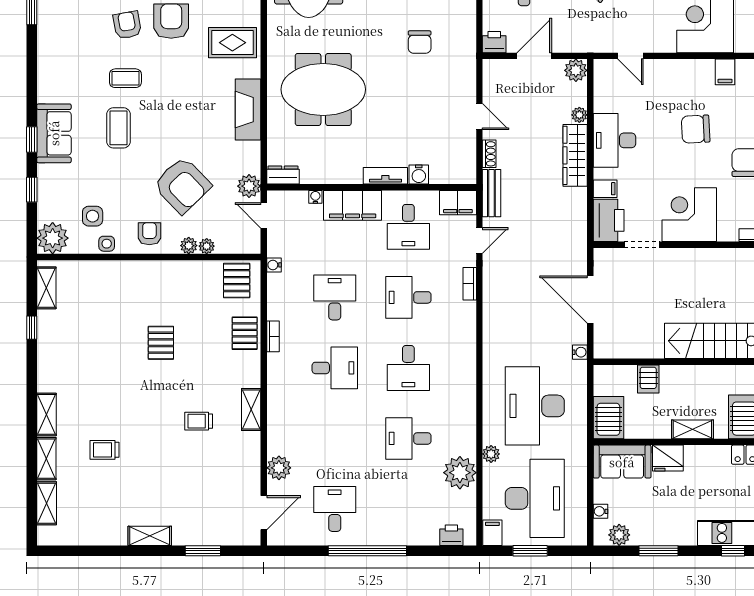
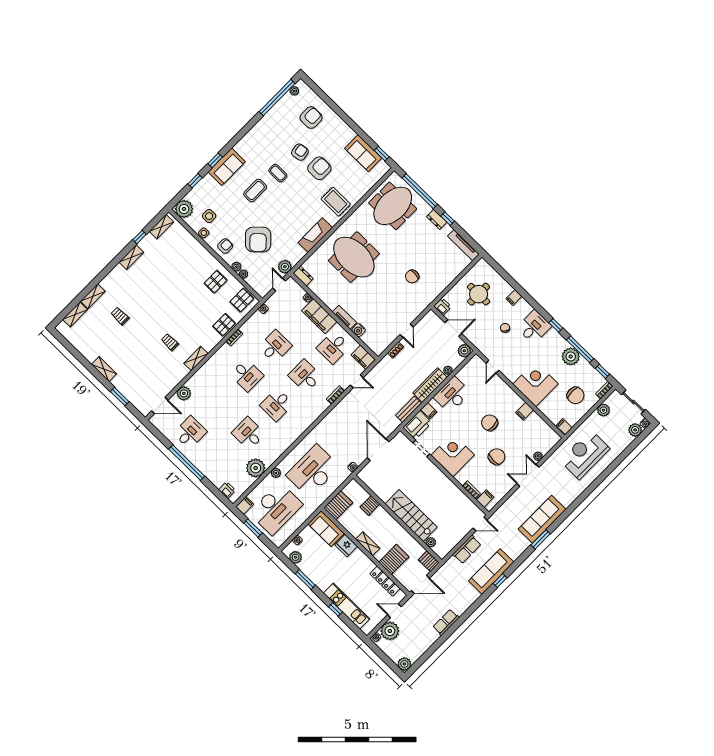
bench: (491, 193) -> (409, 409), moved
pallet: (161, 343) -> (216, 282), moved
shelving: (46, 414) -> (131, 257), moved

